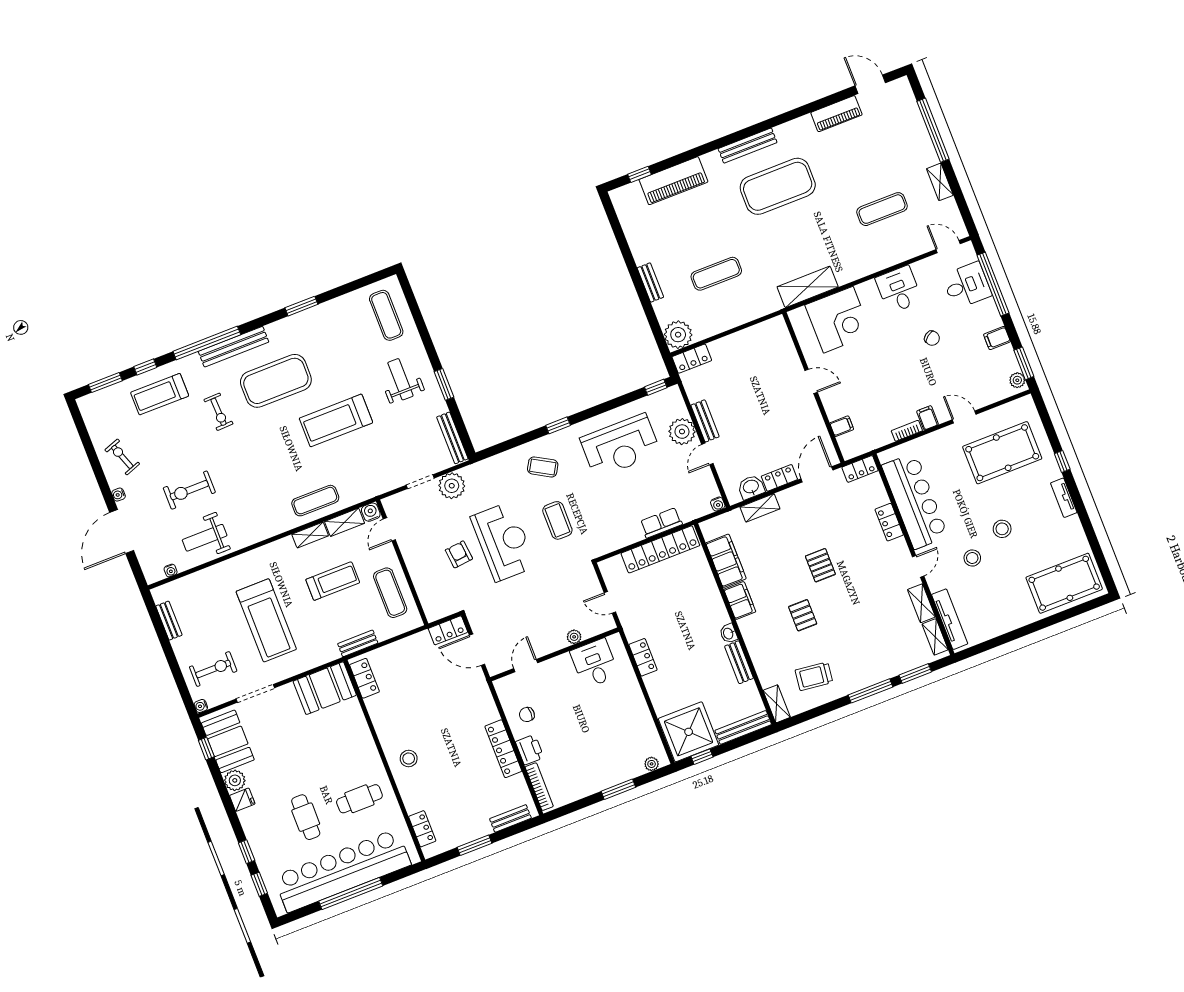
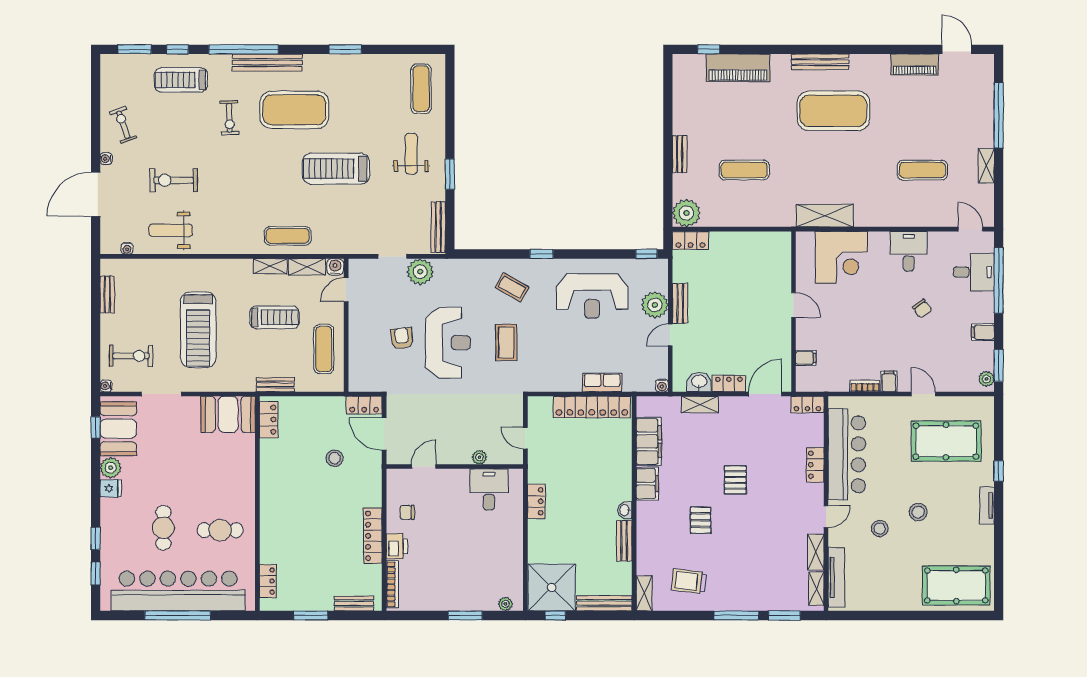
stool: (409, 759) -> (335, 458), moved

